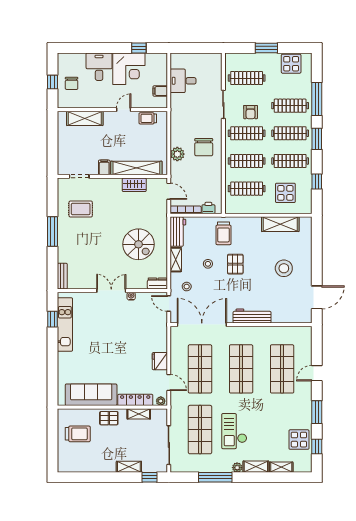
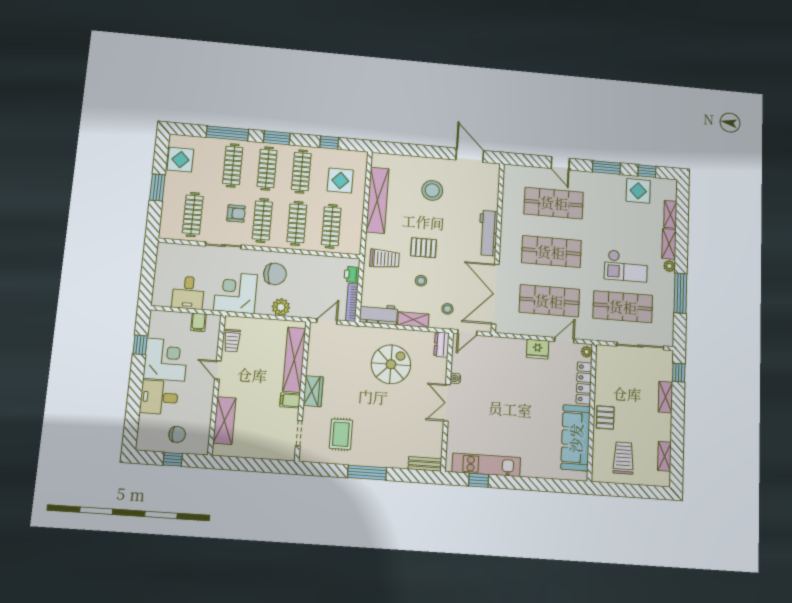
corner desk: (186, 117) -> (235, 293), added
wardrobe: (134, 185) -> (313, 391), moved
shelving: (280, 224) -> (377, 200), width x1.47
shelving: (139, 414) -> (665, 456), moved

